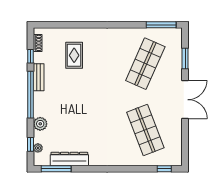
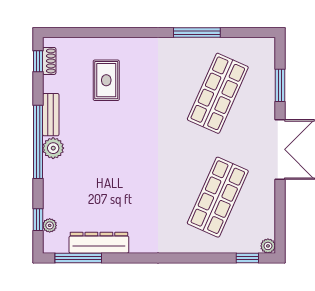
window: (161, 25) -> (197, 32), moved
window: (31, 56) -> (38, 61), moved
plant: (40, 124) -> (53, 148), moved
shop shelf: (145, 130) -> (218, 197), turned 45
plant: (177, 161) -> (268, 246), added

